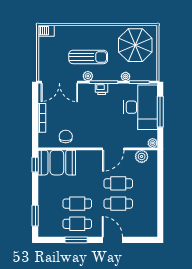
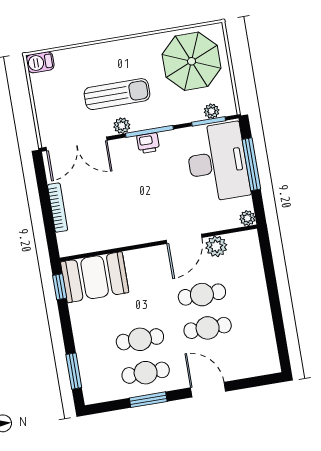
plant: (126, 76) -> (212, 111), moved
chair: (66, 136) -> (102, 232), removed
plant: (142, 156) -> (216, 246), moved

